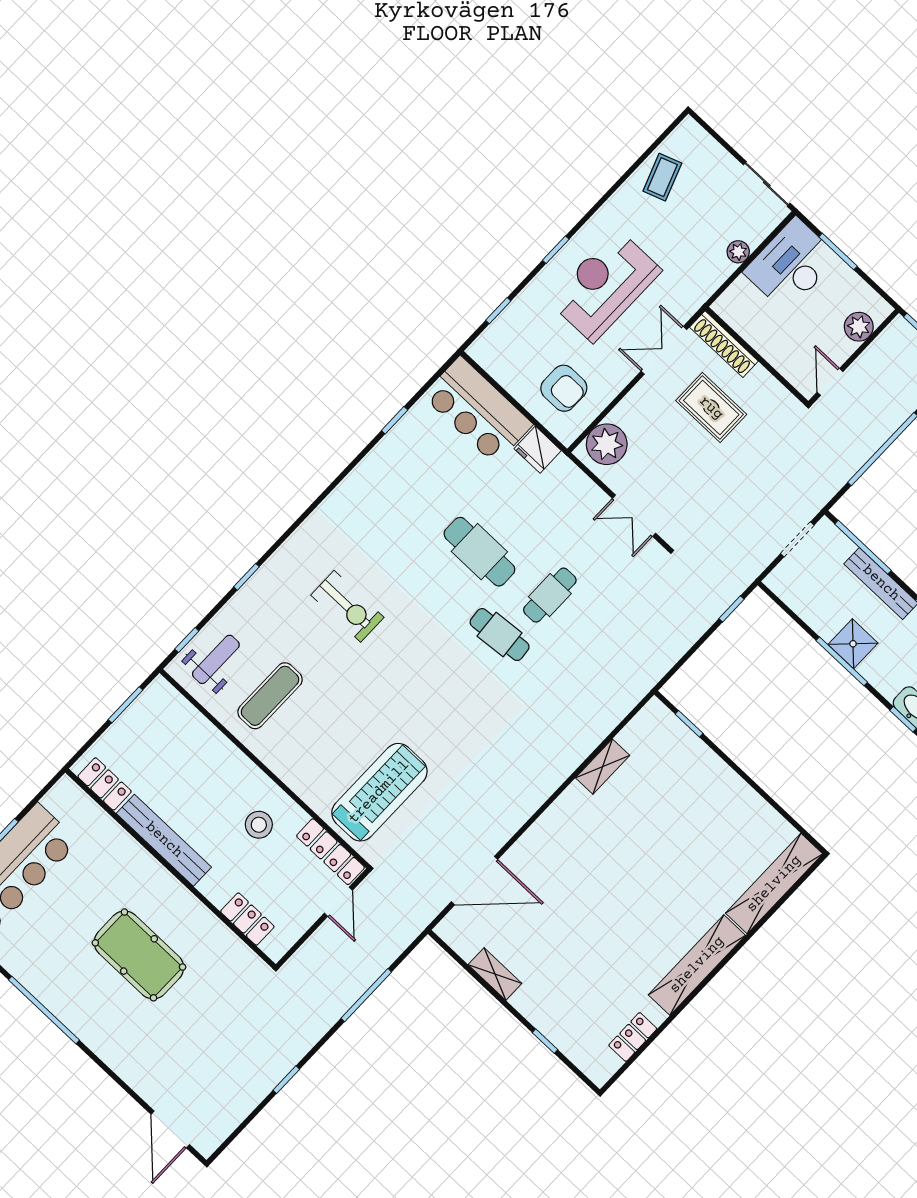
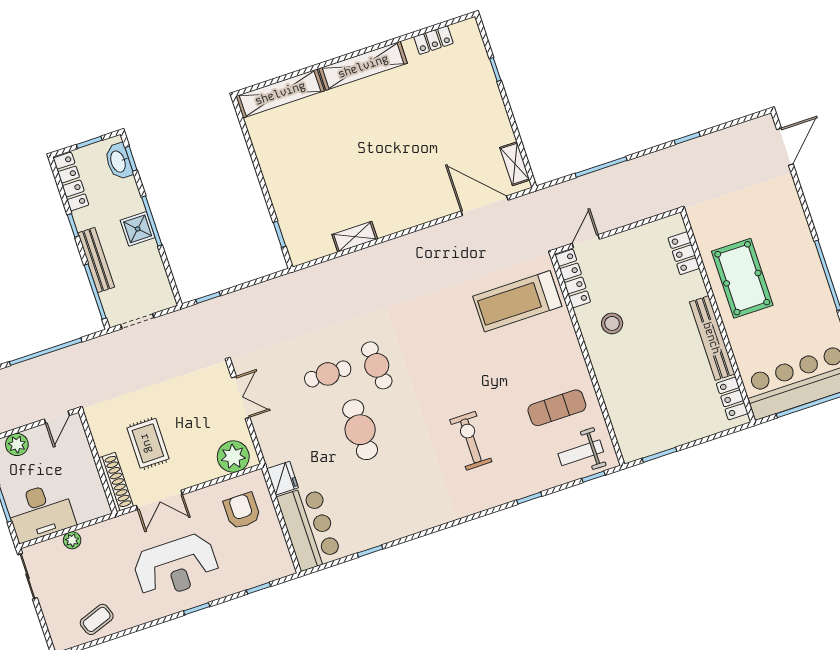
locker: (105, 784) -> (732, 398), moved
bench: (164, 840) -> (712, 338), moved
wall: (170, 868) -> (718, 316), moved
locker: (247, 919) -> (684, 253), moved
shelving: (495, 974) -> (515, 164), moved

